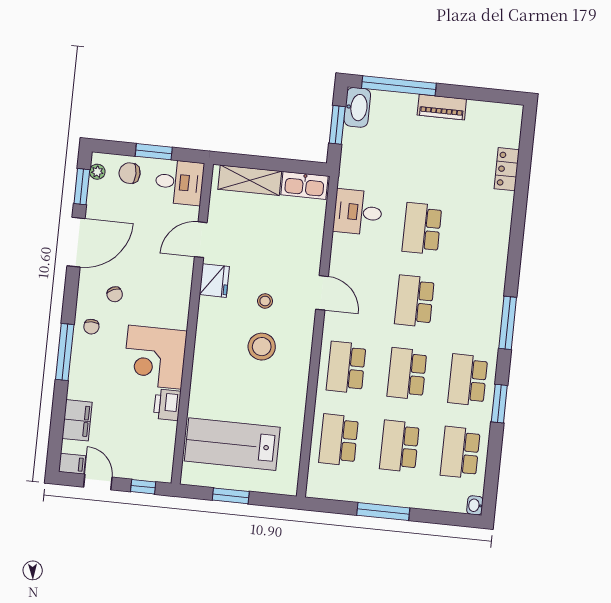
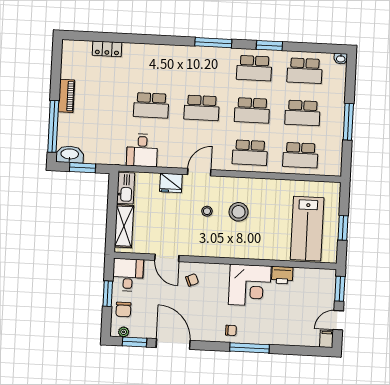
fridge: (214, 281) -> (171, 183), moved, turned 180
chair: (115, 294) -> (192, 280), moved
filing cabinet: (77, 420) -> (296, 337), removed
window: (143, 487) -> (340, 289), width x1.50

